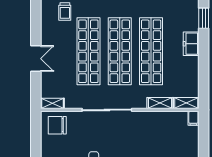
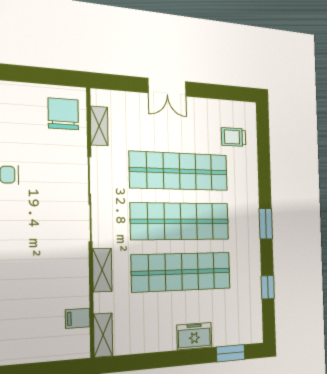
shelving: (52, 103) -> (99, 126), moved
shelving: (160, 103) -> (102, 270), moved
filing cabinet: (193, 118) -> (78, 318), moved

